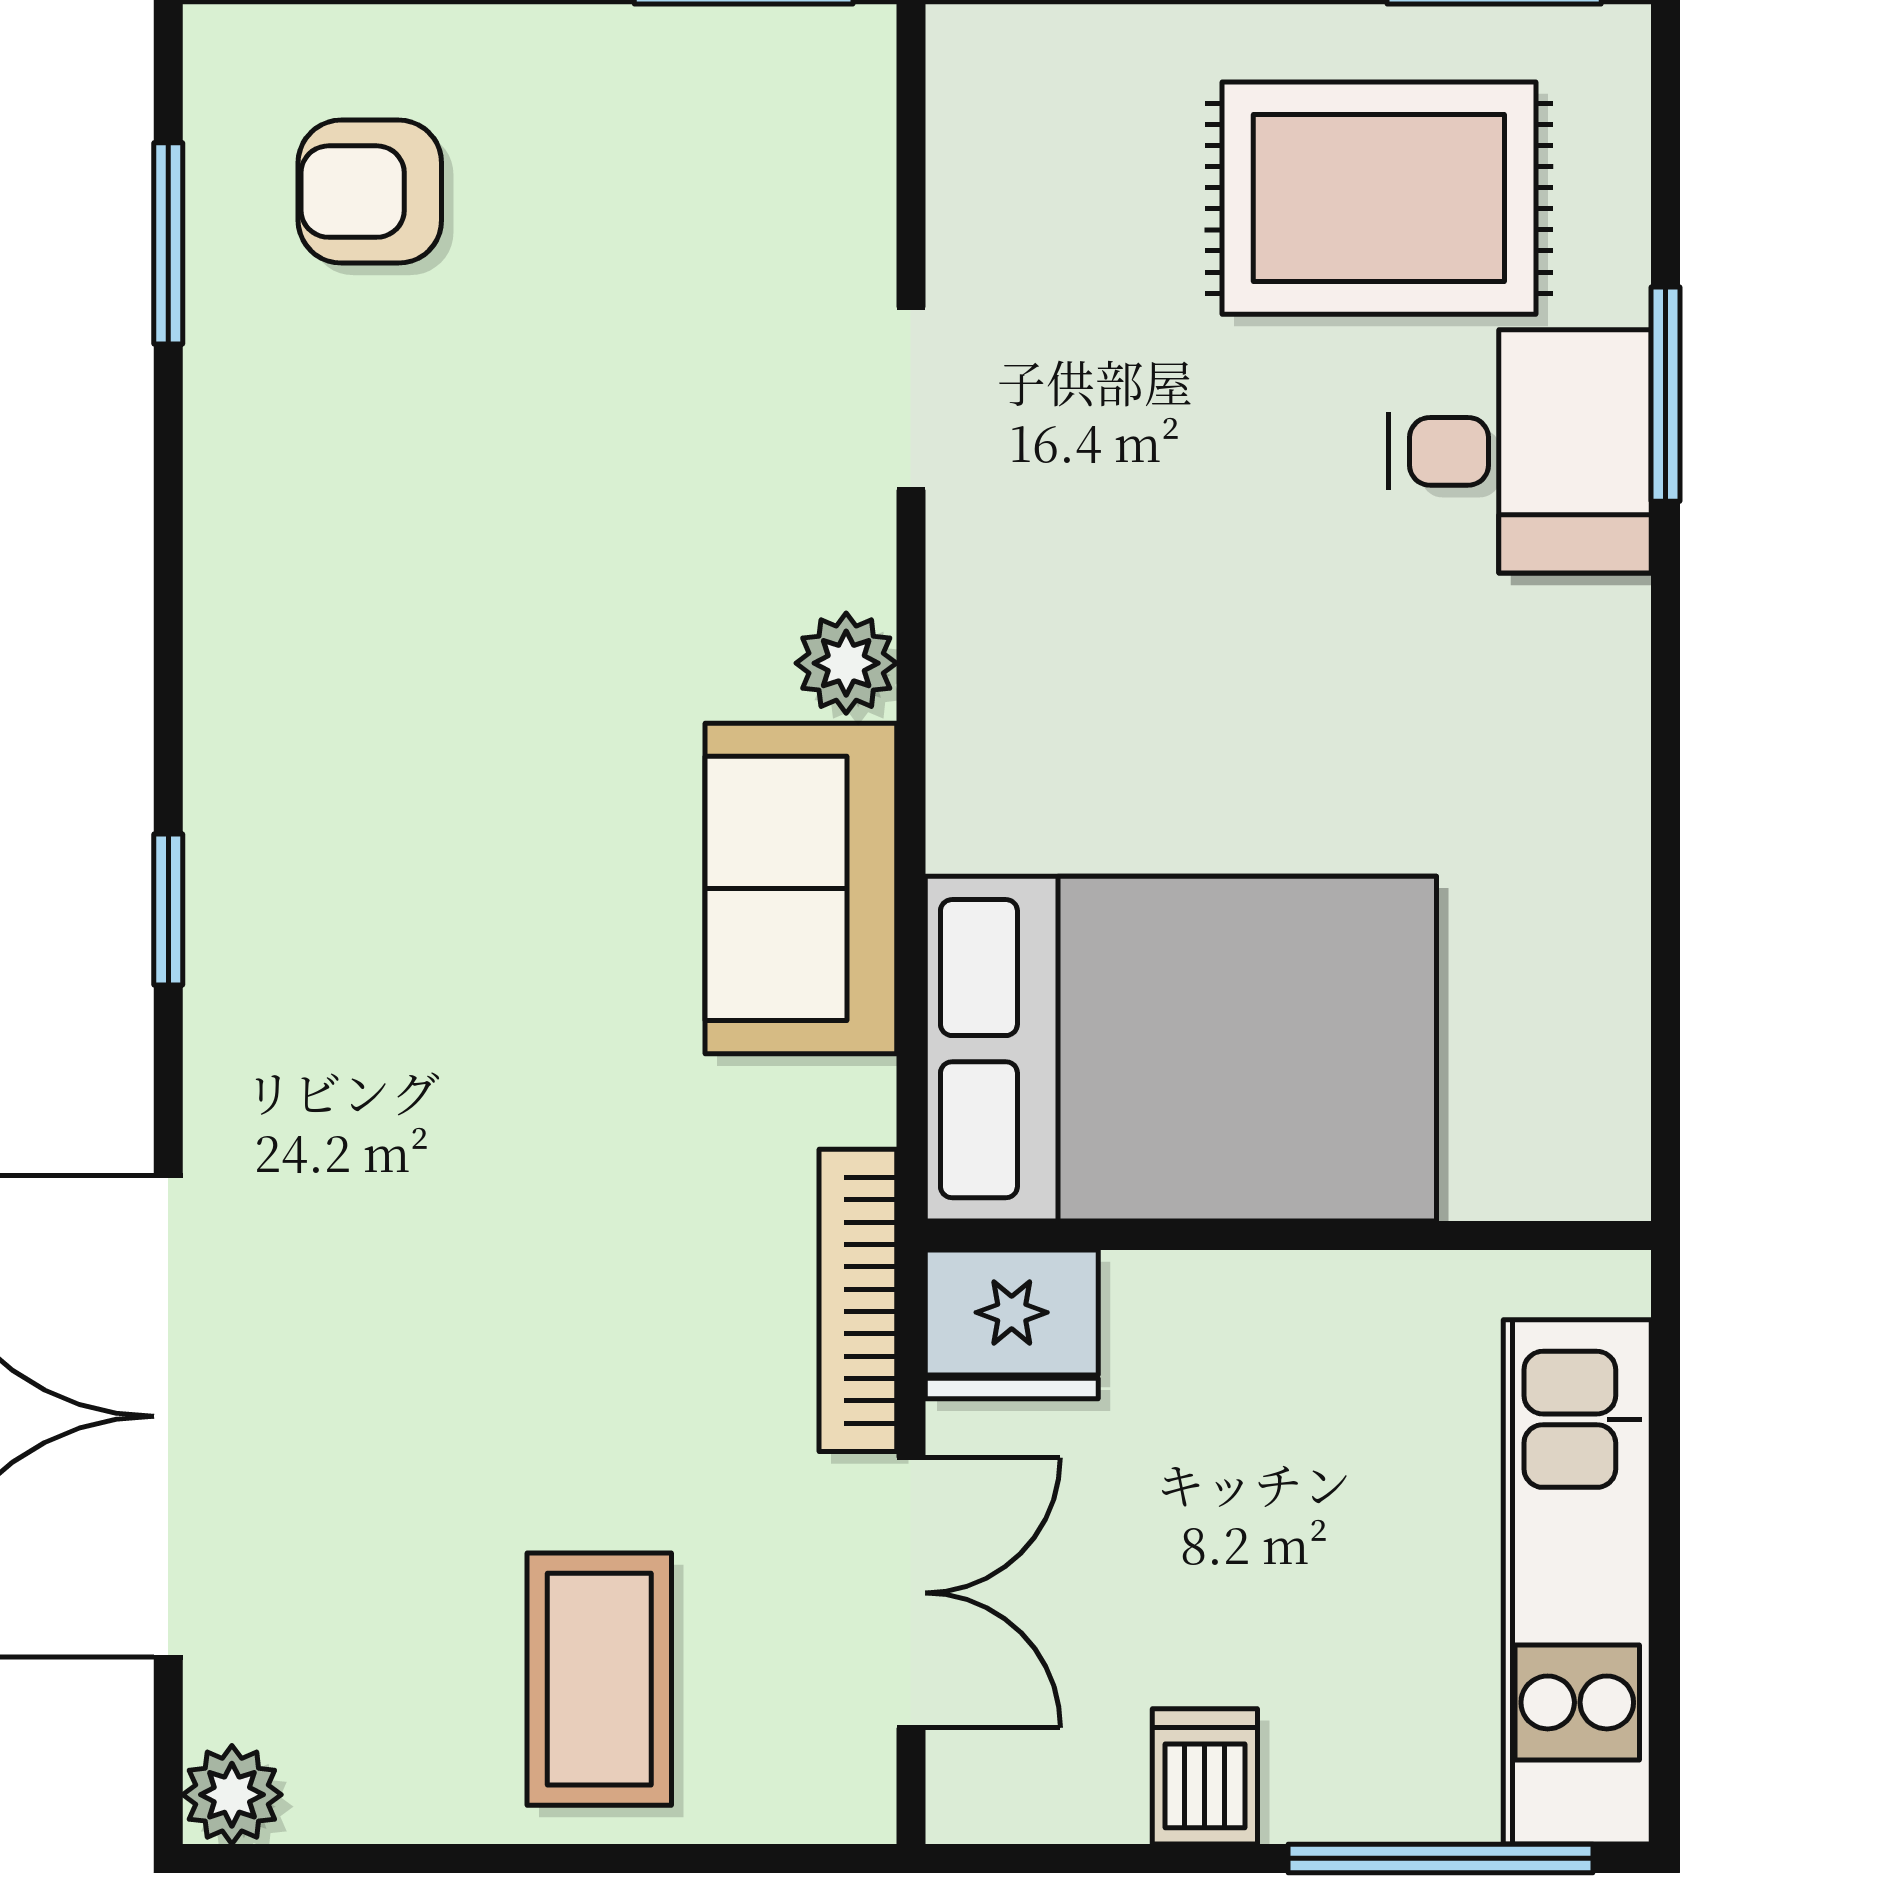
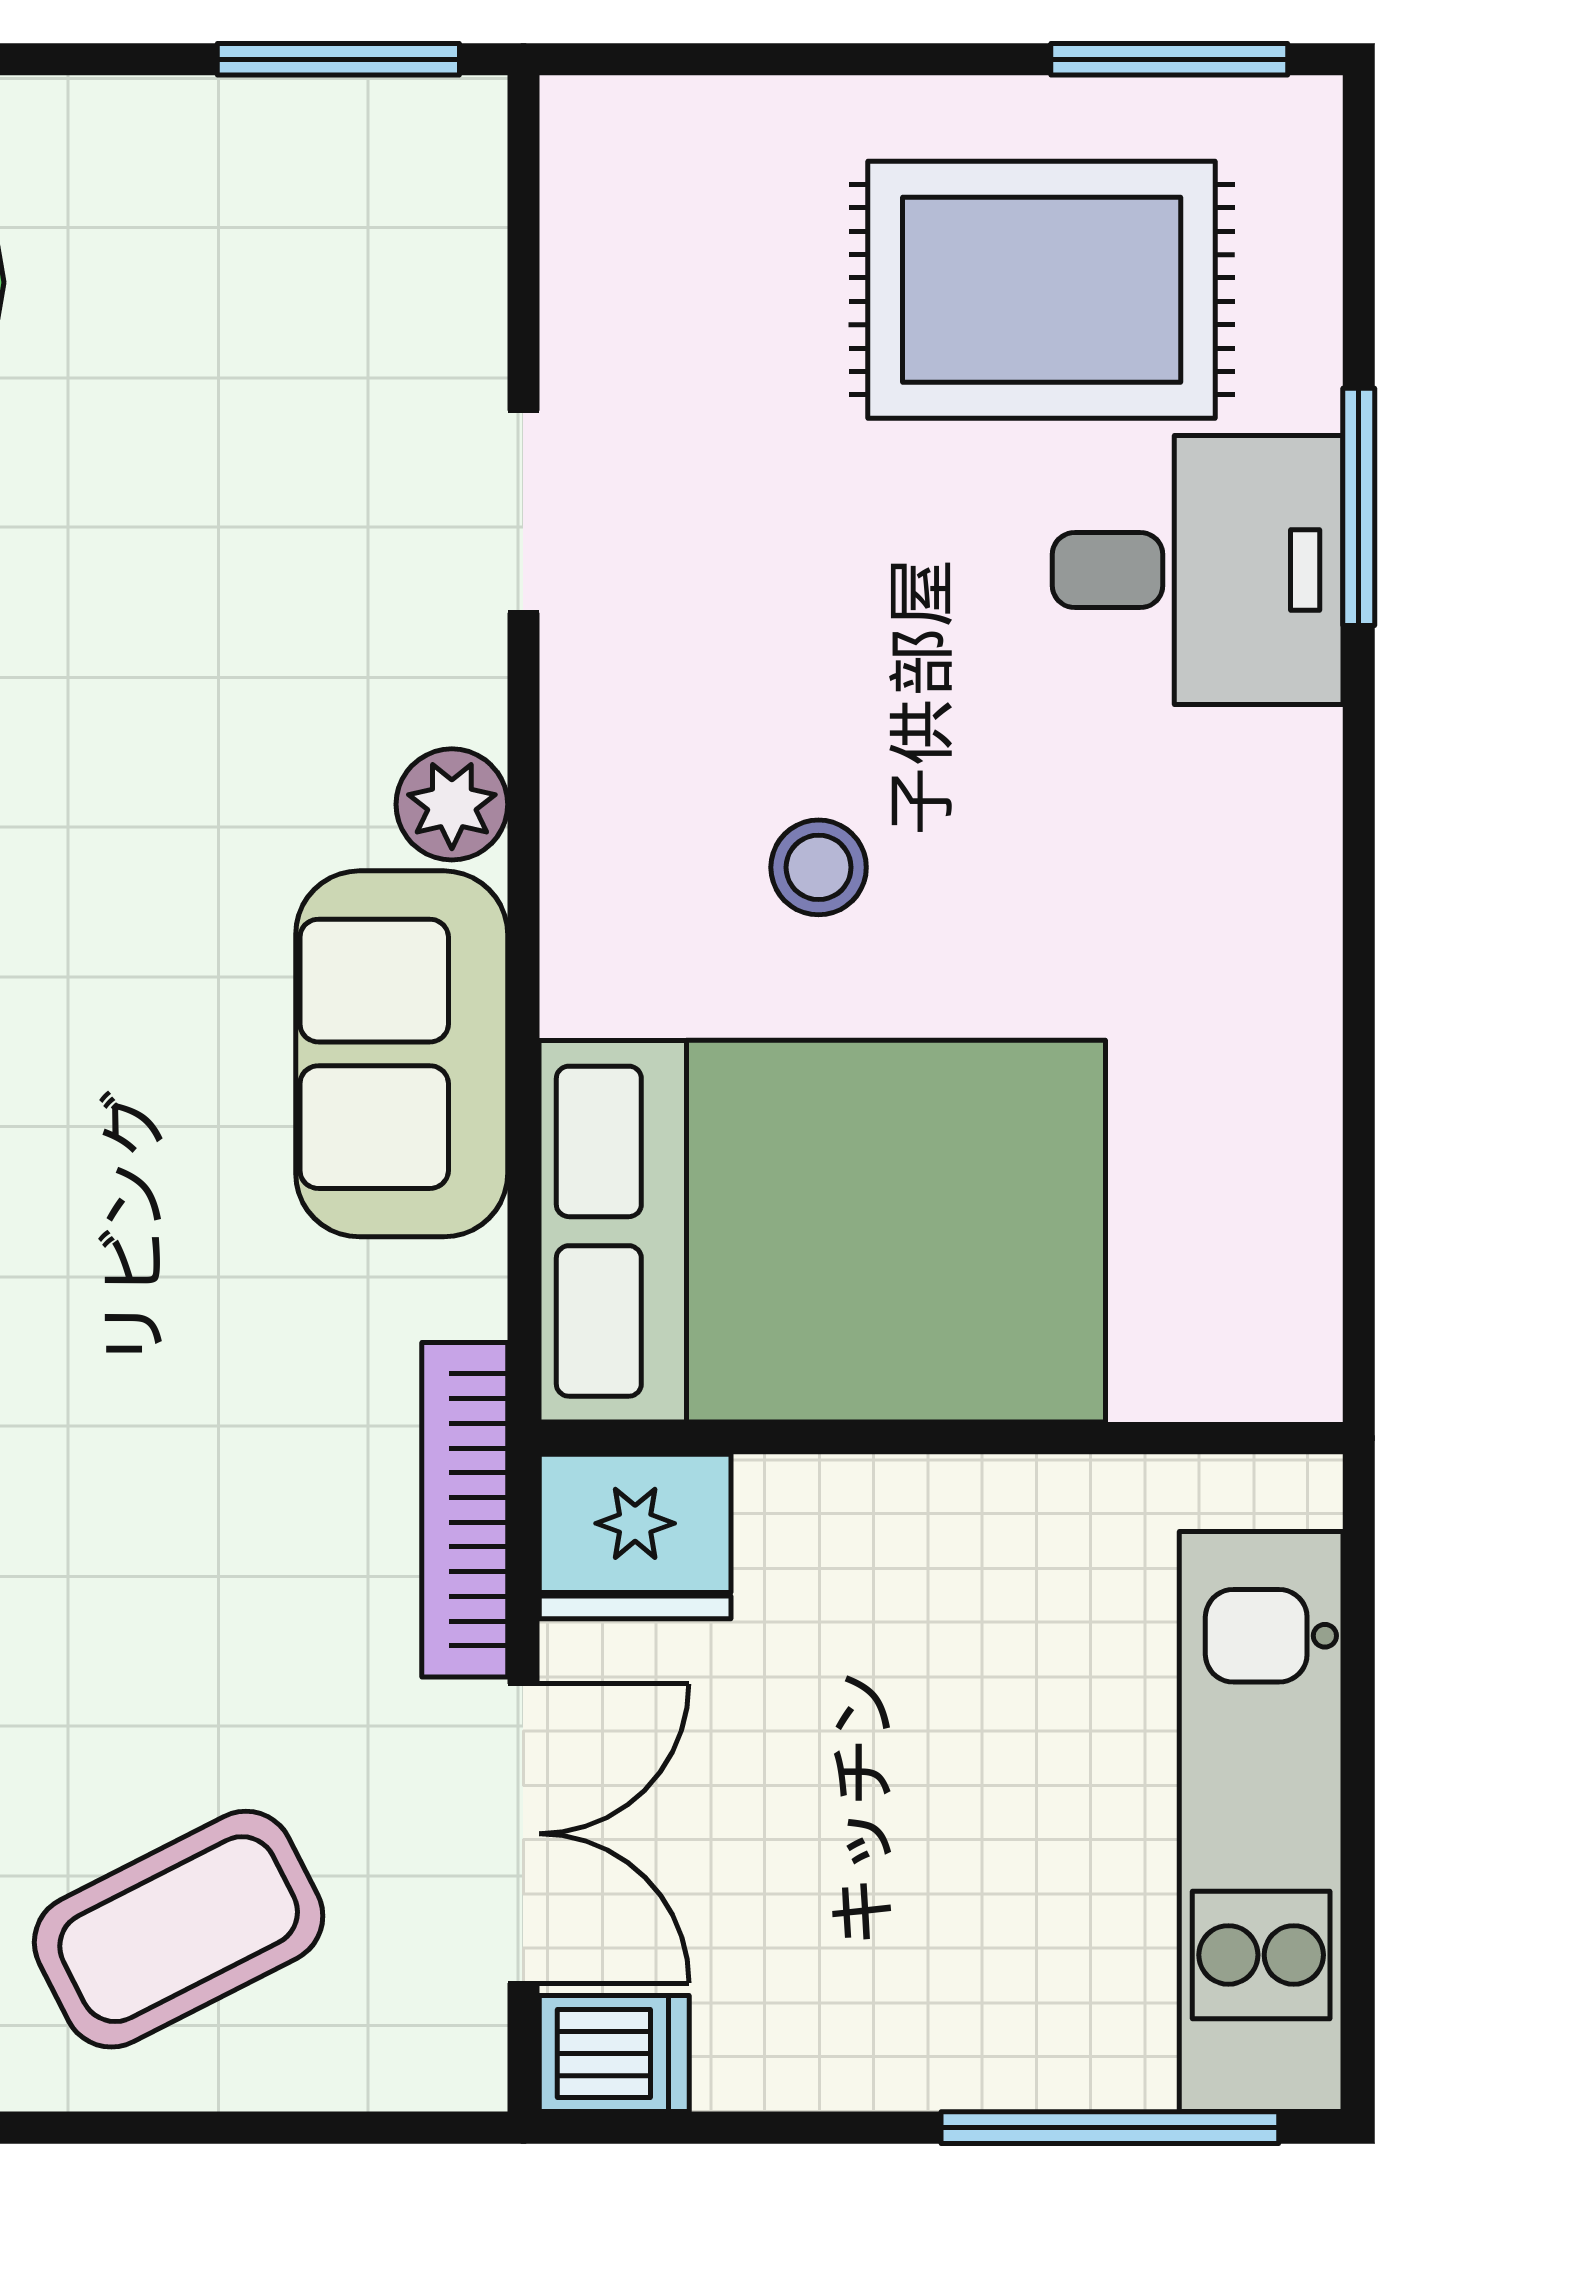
stool: (1177, 720) -> (819, 867), added
coffee table: (599, 1679) -> (179, 1929), turned 63
dishwasher: (1205, 1776) -> (614, 2054), moved, turned 90

